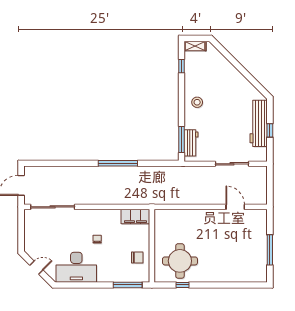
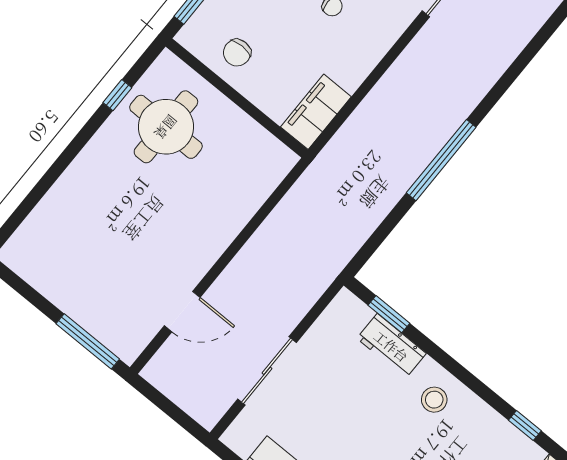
window: (182, 139) -> (389, 314), width x0.69
workbench: (191, 143) -> (391, 346), moved
window: (270, 250) -> (88, 341), moved

